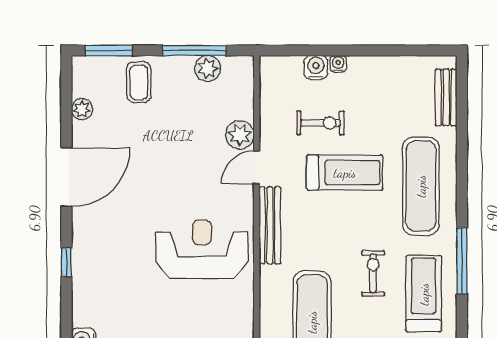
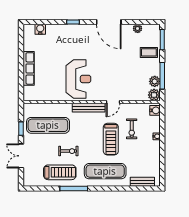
water cooler: (316, 67) -> (155, 110), moved
plant: (240, 135) -> (154, 95), moved
door: (257, 167) -> (113, 102), swing flipped

